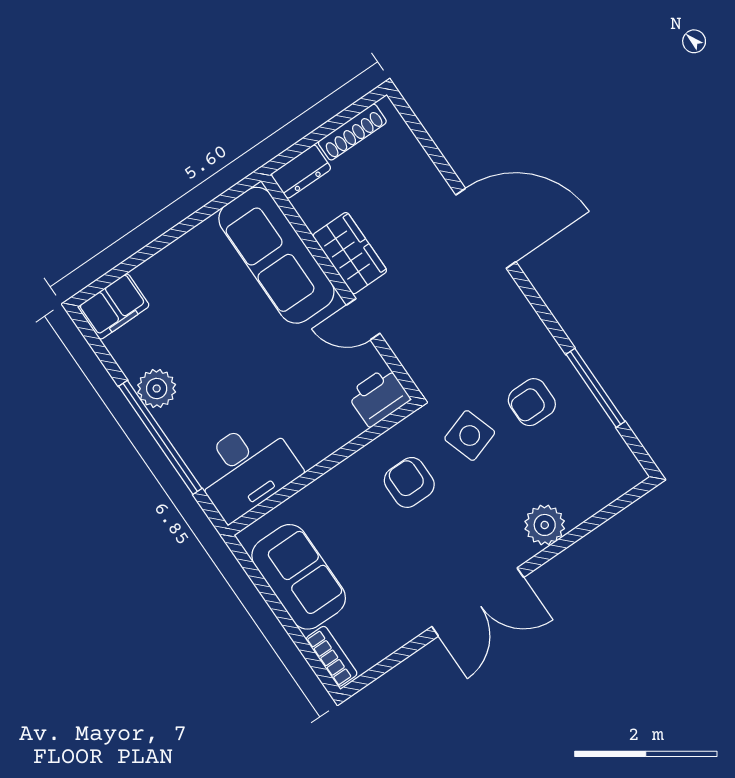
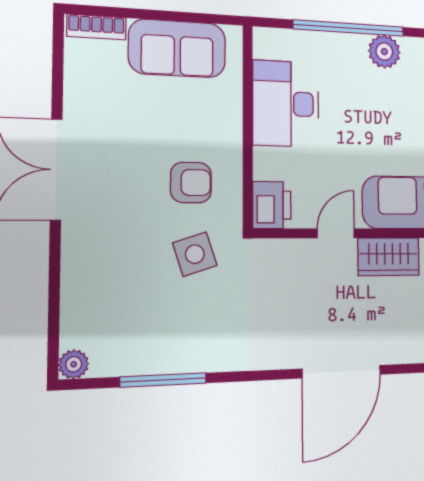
armchair: (532, 402) -> (187, 321), removed
desk: (246, 469) -> (286, 104), moved
plant: (545, 525) -> (74, 364), moved, width x0.73, depth x0.73

